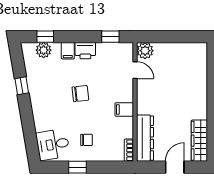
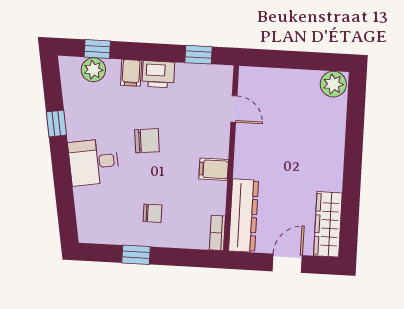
plant: (145, 51) -> (333, 84), moved
desk: (53, 145) -> (94, 162), moved

